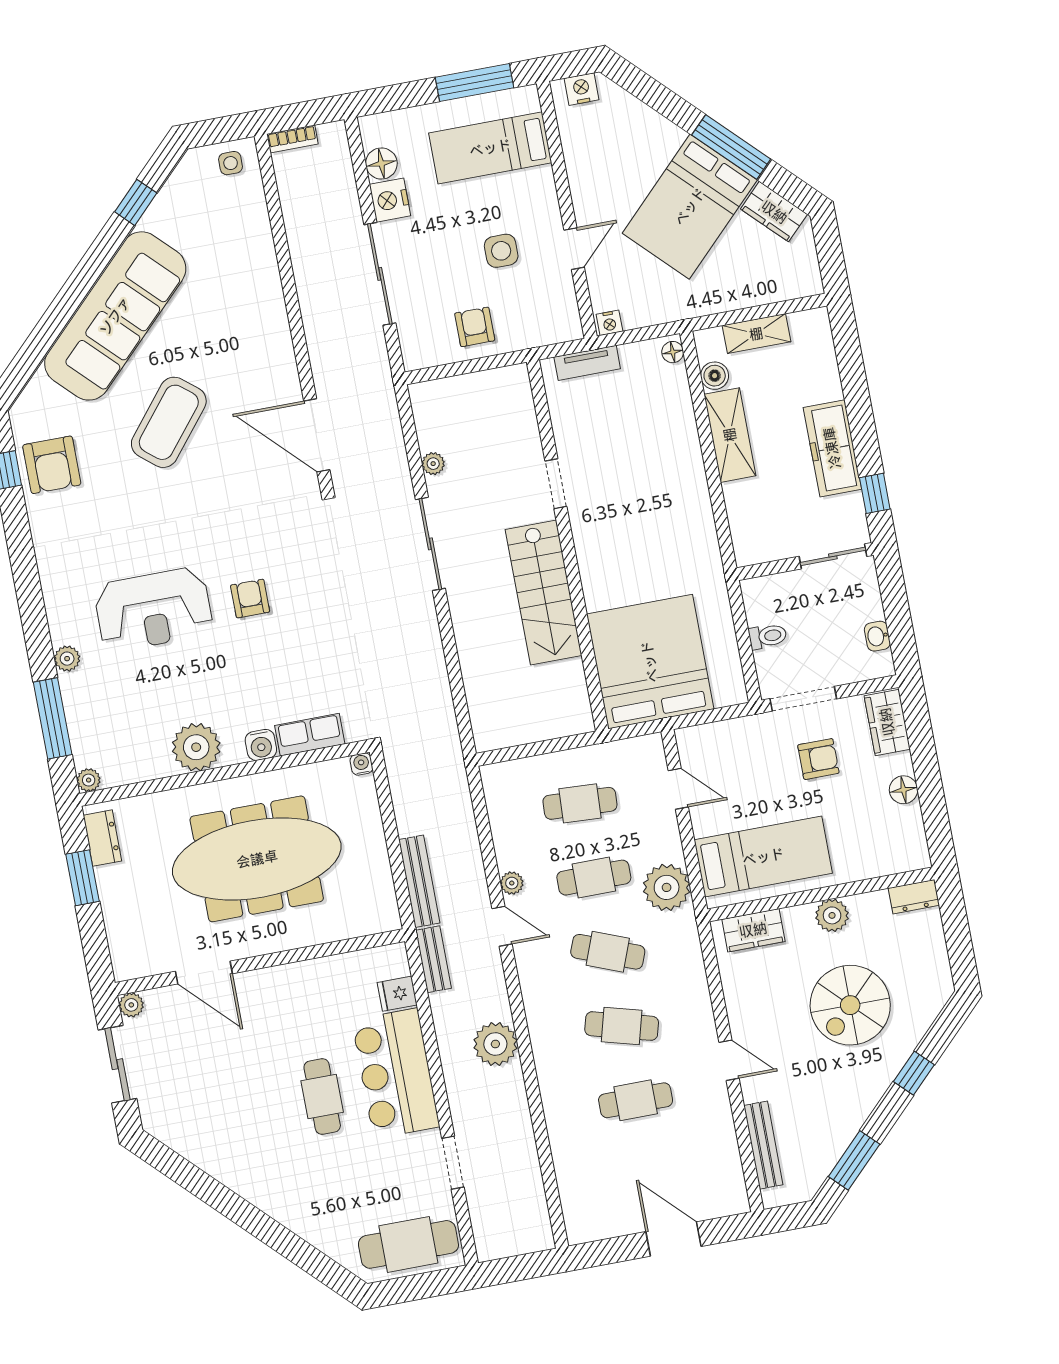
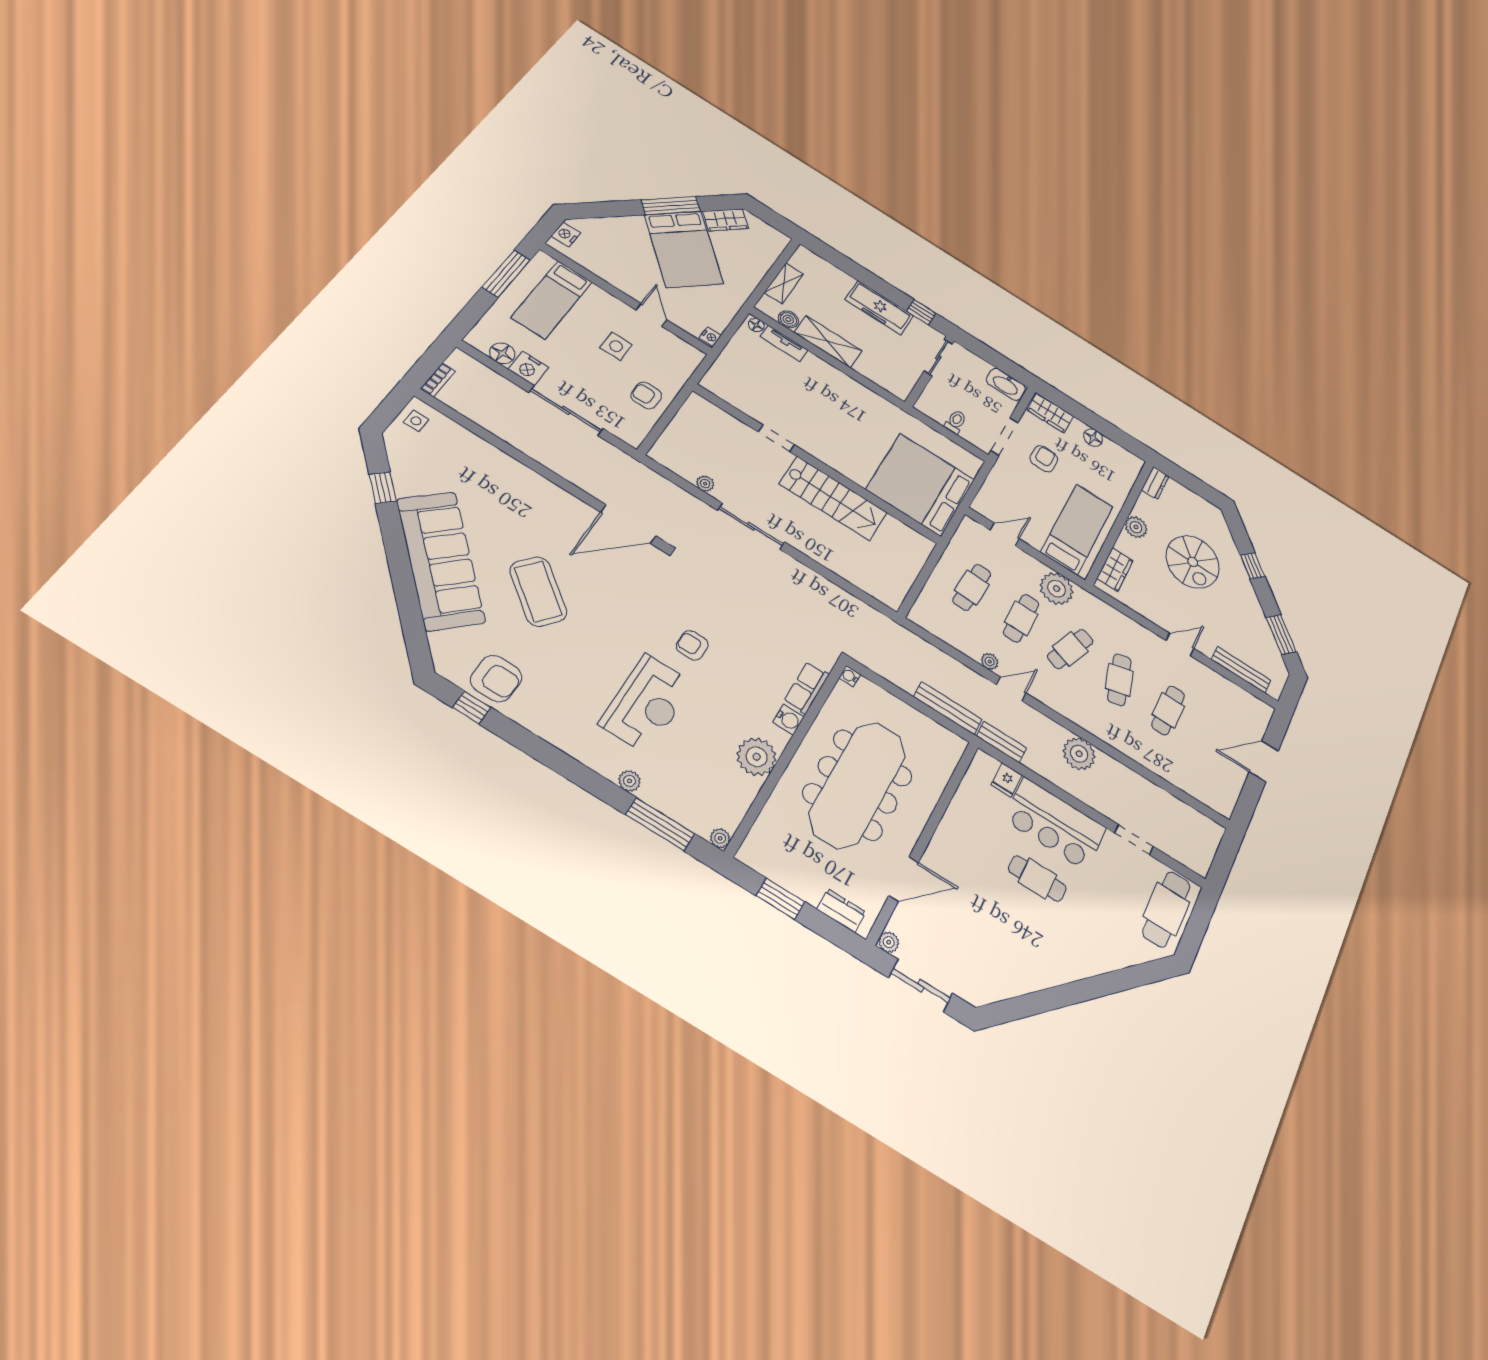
tv unit: (587, 363) -> (784, 343), moved, turned 90
washbasin: (877, 636) -> (1006, 384), width x1.91, depth x1.45
dresser: (102, 838) -> (841, 911), moved
cafe table: (622, 1026) -> (1119, 680), turned -30

